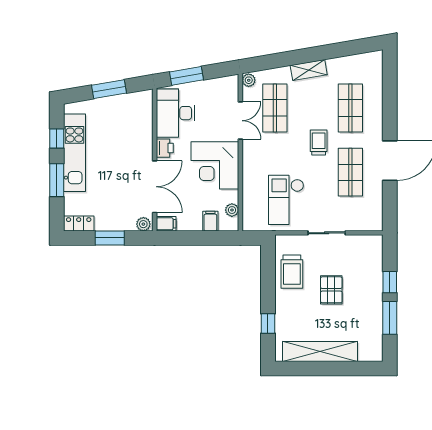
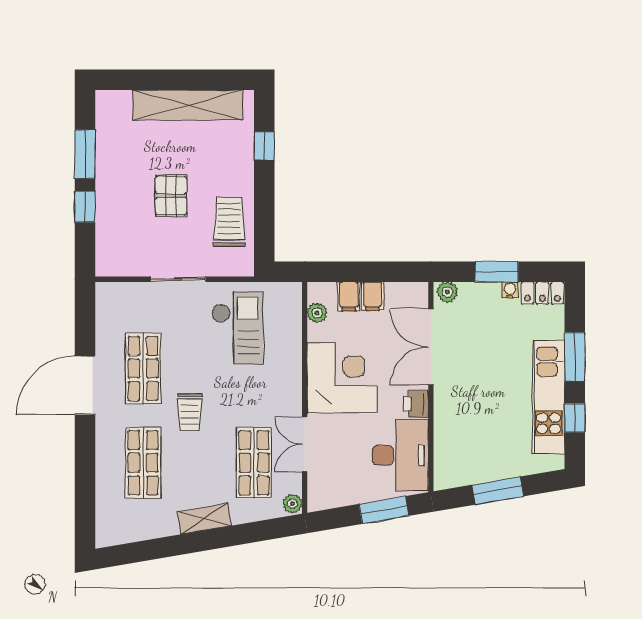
filing cabinet: (166, 224) -> (373, 296), moved, turned -90
water cooler: (101, 226) -> (510, 290), added

